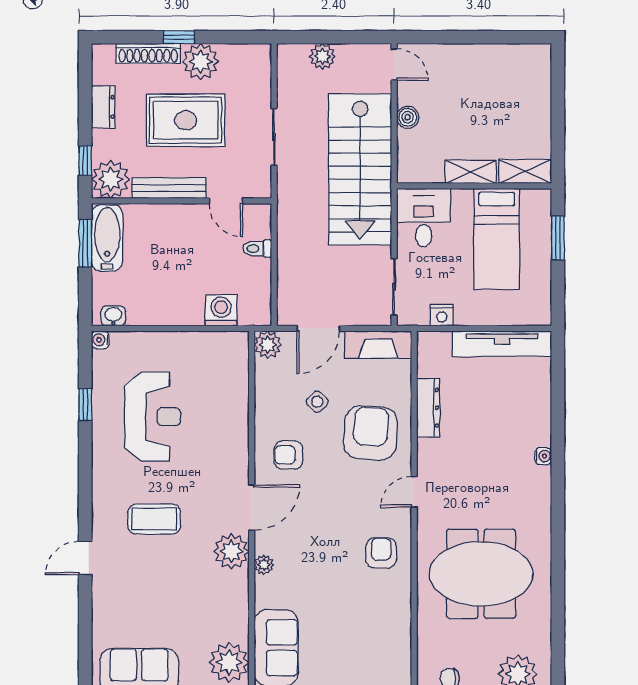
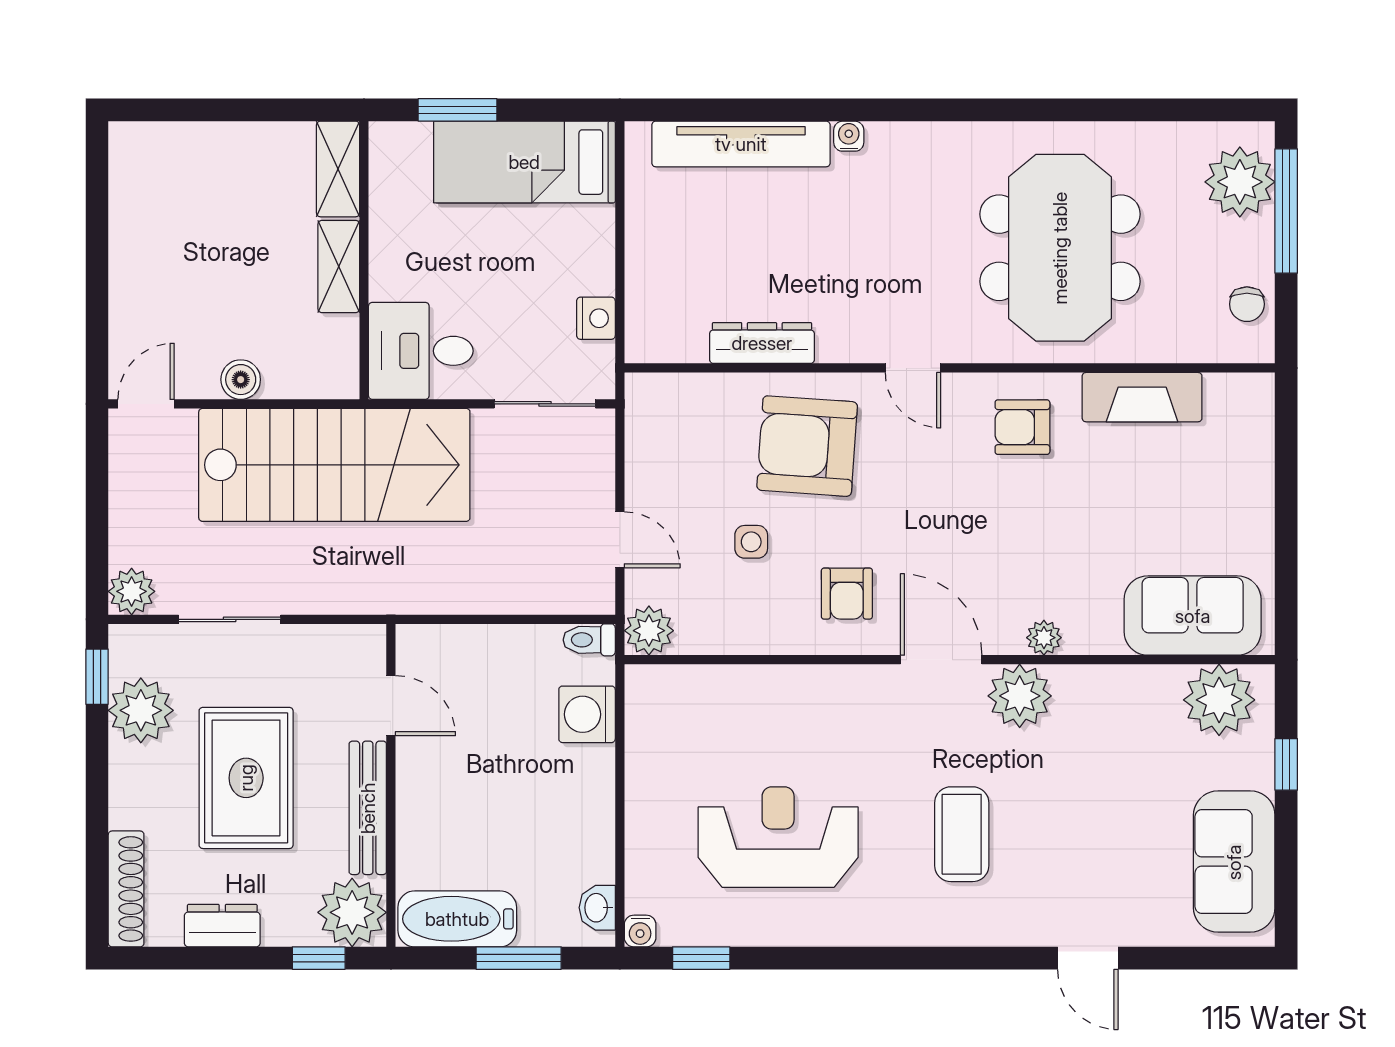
window: (179, 37) -> (97, 677), moved
shoe rack: (148, 53) -> (126, 889), moved
plant: (322, 56) -> (132, 591), moved
plant: (201, 62) -> (141, 710), moved
sliding door: (274, 137) -> (230, 619), moved
door: (226, 201) -> (391, 706), hinge flipped
bed: (497, 239) -> (524, 162), moved, turned 180
window: (85, 244) -> (519, 958), moved
toilet: (257, 249) -> (589, 640), moved, turned 90
door: (318, 328) -> (620, 540), width x0.73
tv unit: (502, 344) -> (741, 144), moved, turned 90
fireplace: (378, 345) -> (1142, 397), moved, turned 90
side table: (317, 402) -> (751, 542), turned 45
window: (85, 405) -> (701, 958), moved
door: (85, 558) -> (1088, 958), moved

